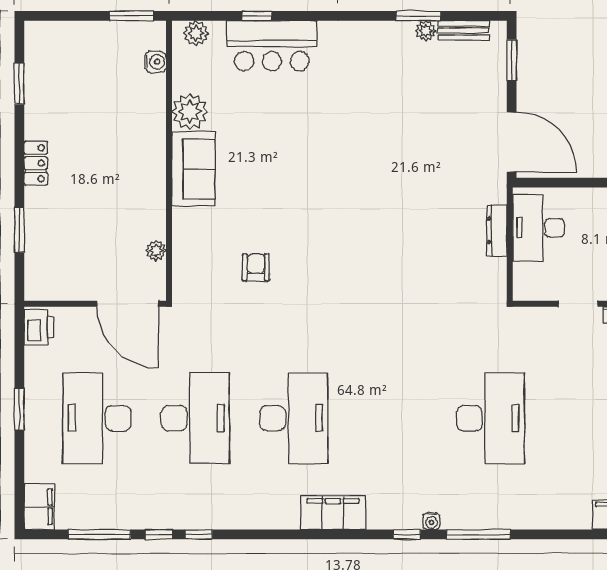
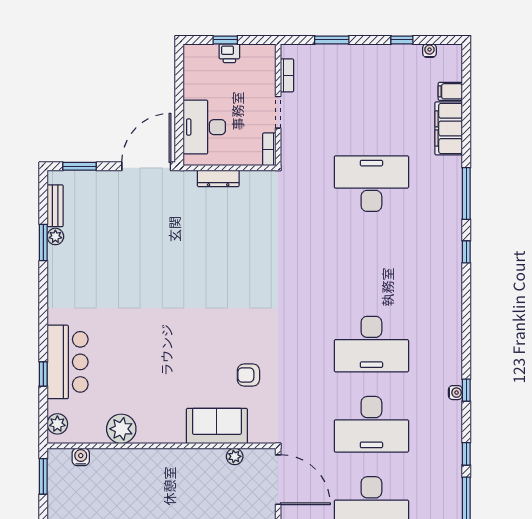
sofa: (193, 169) -> (217, 426), moved
desk: (539, 228) -> (204, 127), moved, turned 90
bookcase: (533, 293) -> (269, 149), added
door: (128, 304) -> (278, 480), hinge flipped
desk: (195, 418) -> (371, 424), turned 180
desk: (294, 418) -> (371, 344), turned 180
filing cabinet: (333, 513) -> (449, 128), moved
water cooler: (431, 521) -> (455, 393), moved
window: (199, 534) -> (466, 390), moved

